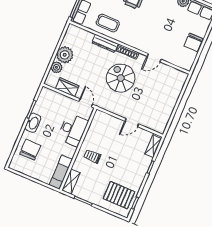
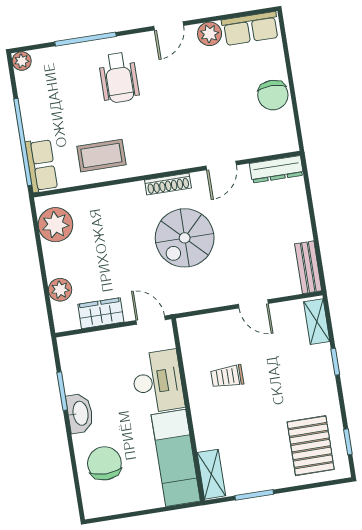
dresser: (105, 43) -> (276, 169), moved
plant: (65, 55) -> (55, 225), moved
spiral stairs: (121, 78) -> (185, 238), turned -90
bench: (164, 122) -> (308, 267), added
door: (132, 123) -> (253, 304), hinge flipped
trolley: (92, 156) -> (227, 376), moved
exam couch: (61, 172) -> (176, 458), width x1.36, depth x1.45
pallet: (119, 195) -> (311, 446), turned 90

